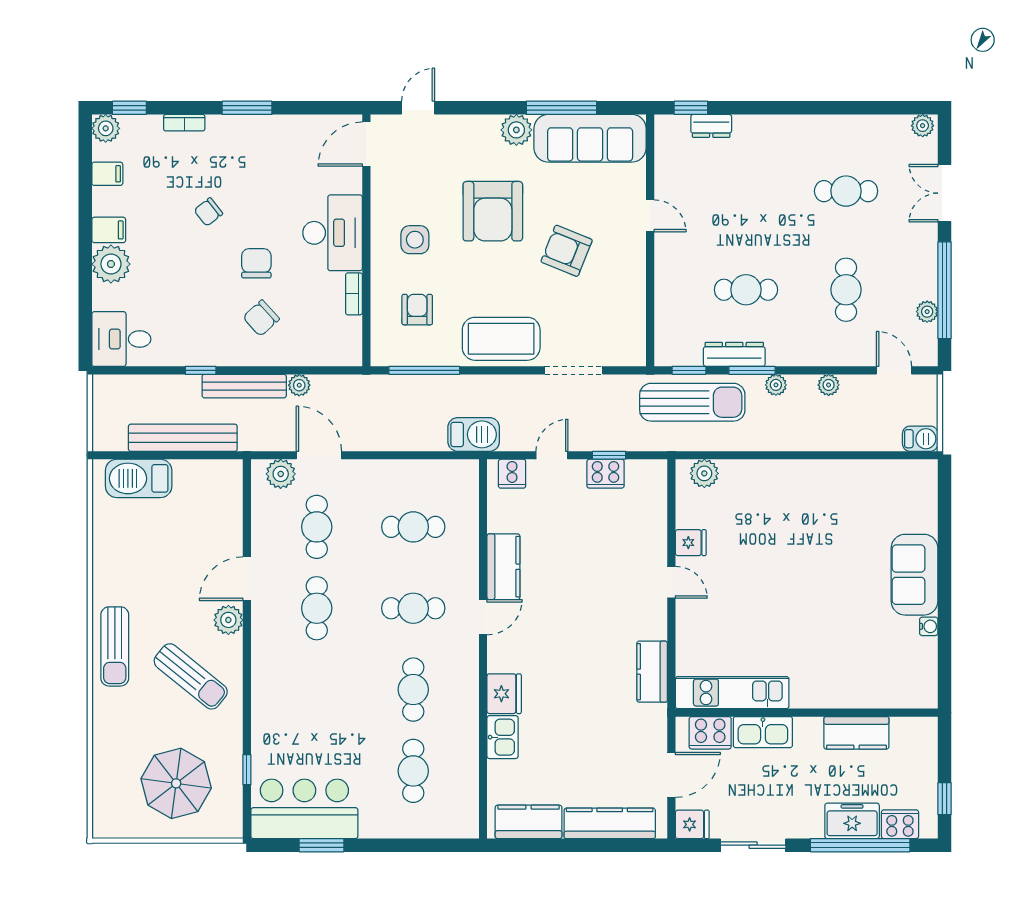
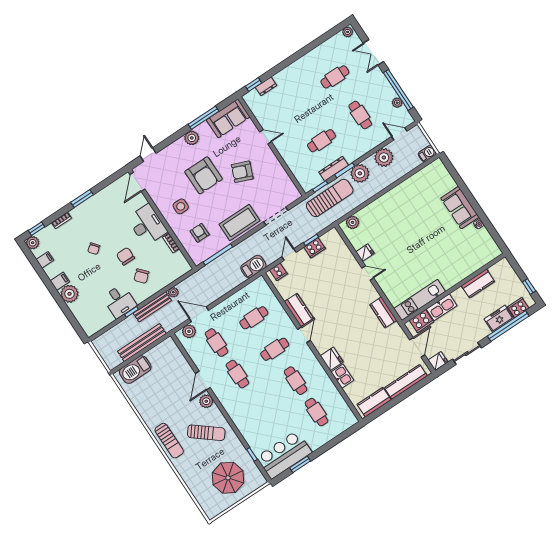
sofa: (590, 138) -> (228, 118), width x0.73
desk: (121, 339) -> (119, 301), moved, turned -90
plant: (776, 385) -> (360, 173), width x1.87, depth x1.87
plant: (829, 385) -> (384, 157), width x1.88, depth x1.88

